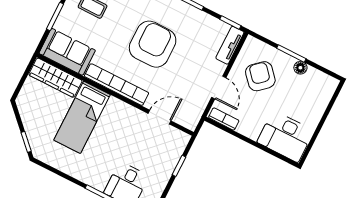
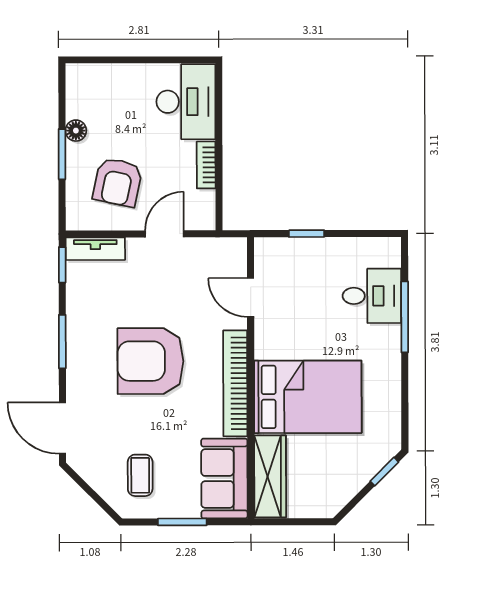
armchair: (260, 76) -> (118, 182), turned -36
bed: (82, 117) -> (308, 397), width x1.50
bookcase: (224, 119) -> (206, 165), moved

